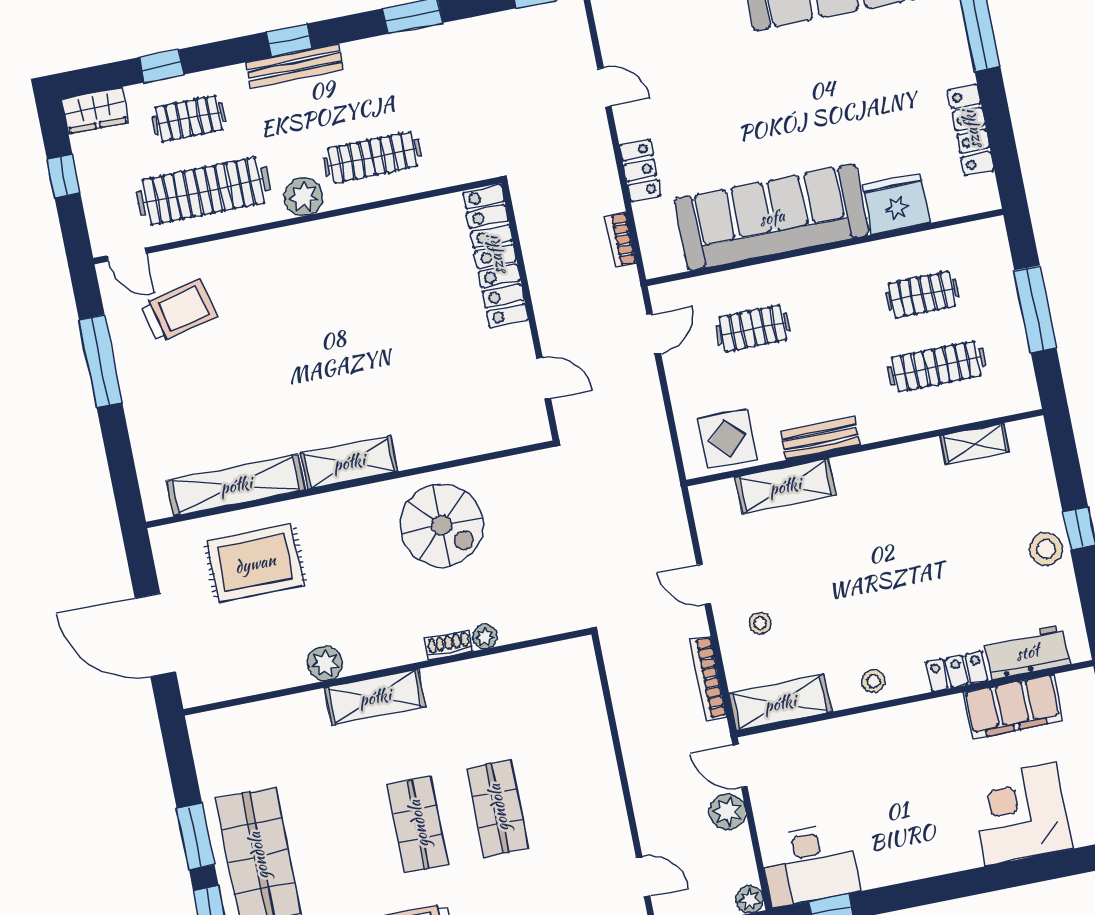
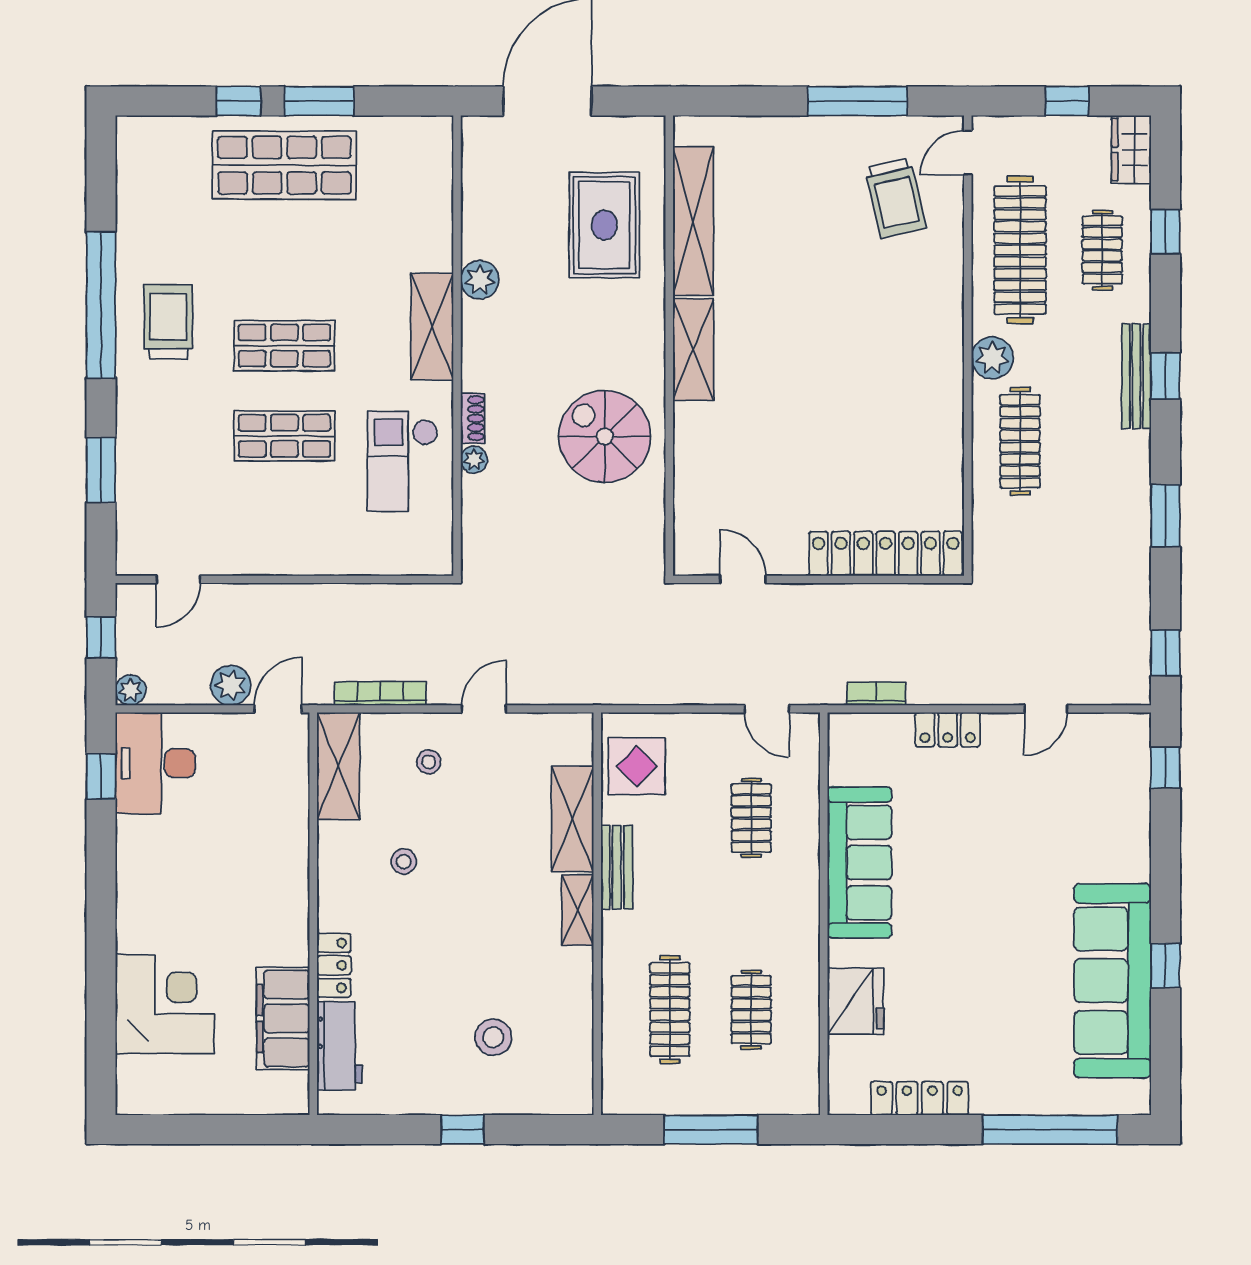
sofa: (772, 217) -> (860, 863), width x0.74, depth x0.79
door: (544, 378) -> (743, 579), swing flipped
shelving: (974, 444) -> (578, 910), moved
spiral stairs: (442, 525) -> (605, 436), turned 90
stool: (1046, 549) -> (493, 1037), moved
stool: (873, 681) -> (404, 862), moved
checkout: (499, 699) -> (403, 461), added

